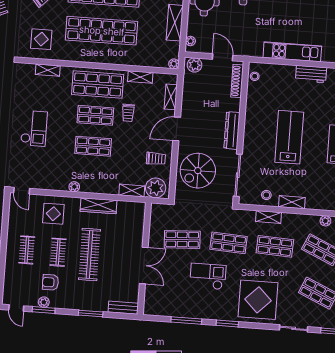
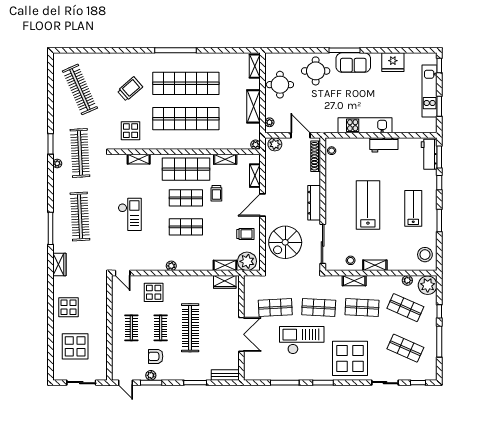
wardrobe: (99, 206) -> (225, 282), moved, width x0.67
checkout: (208, 276) -> (302, 340), width x1.36, depth x1.21

